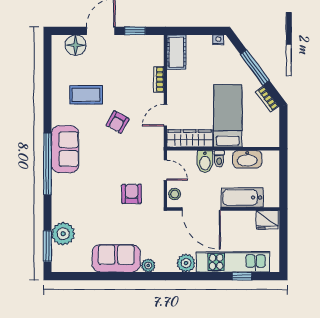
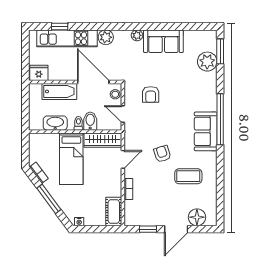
armchair: (118, 122) -> (162, 154), turned -47

